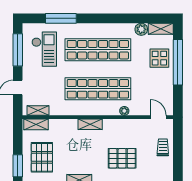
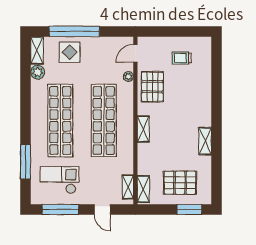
plant: (124, 111) -> (128, 77), moved
trolley: (163, 147) -> (182, 58), moved
pallet: (122, 158) -> (152, 87), moved

